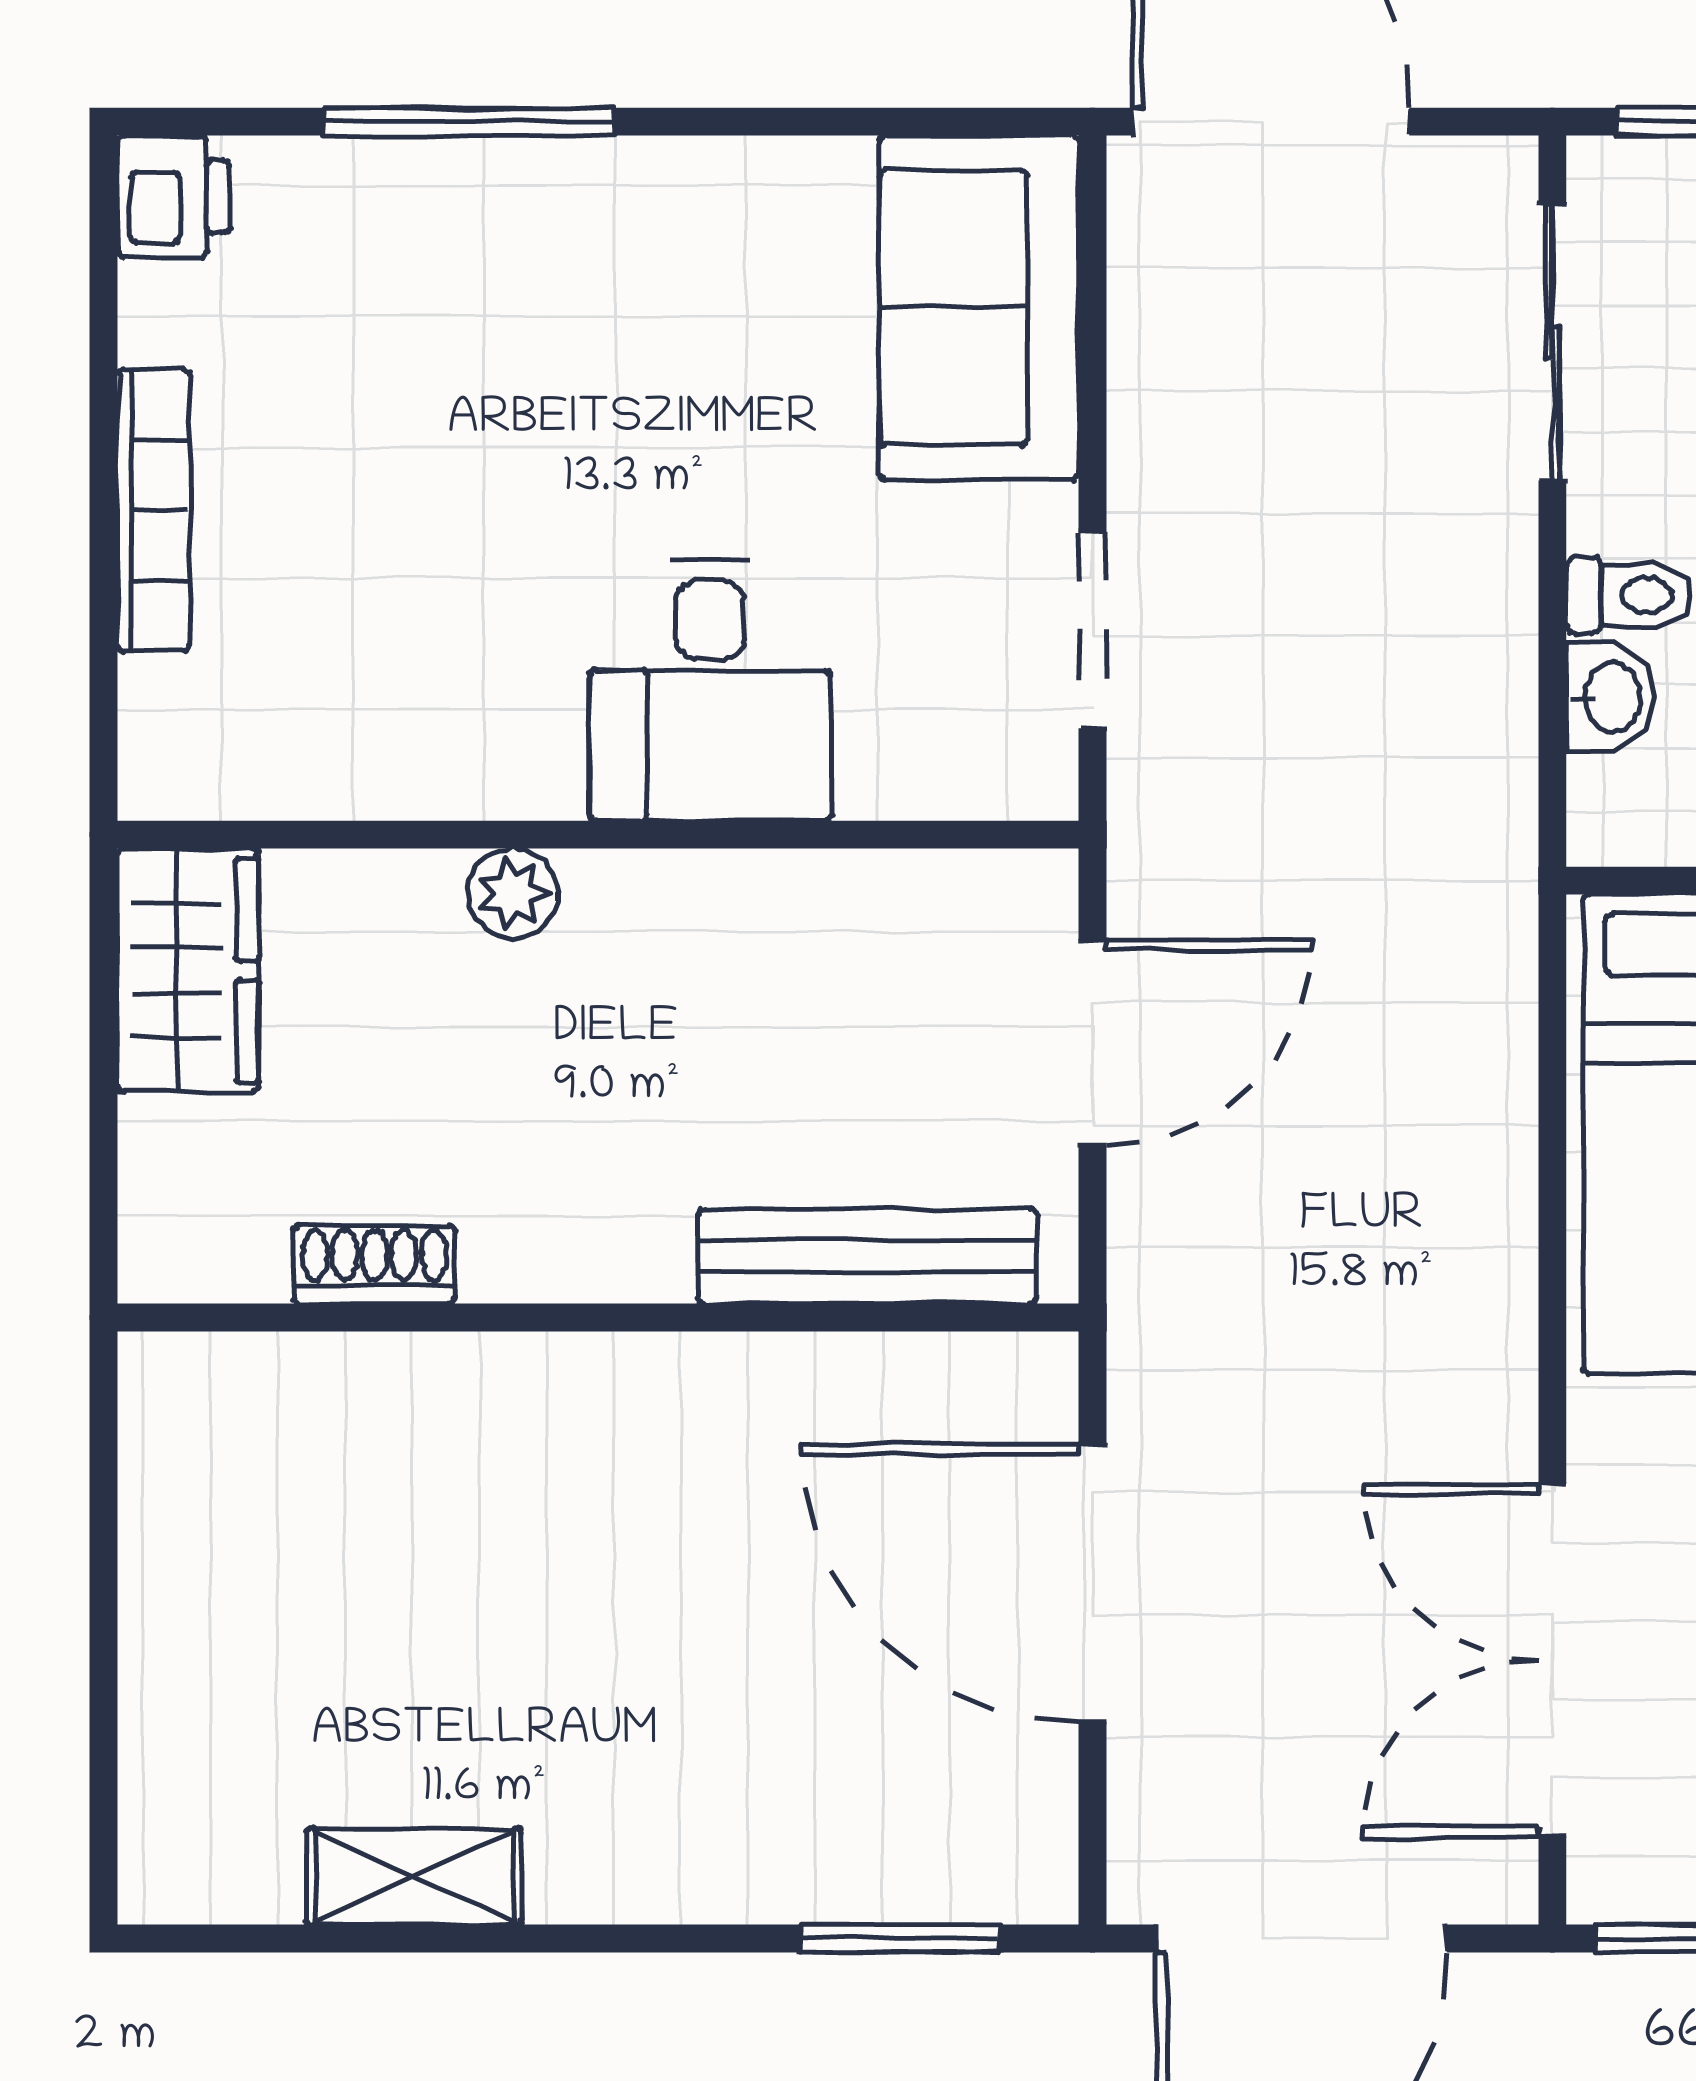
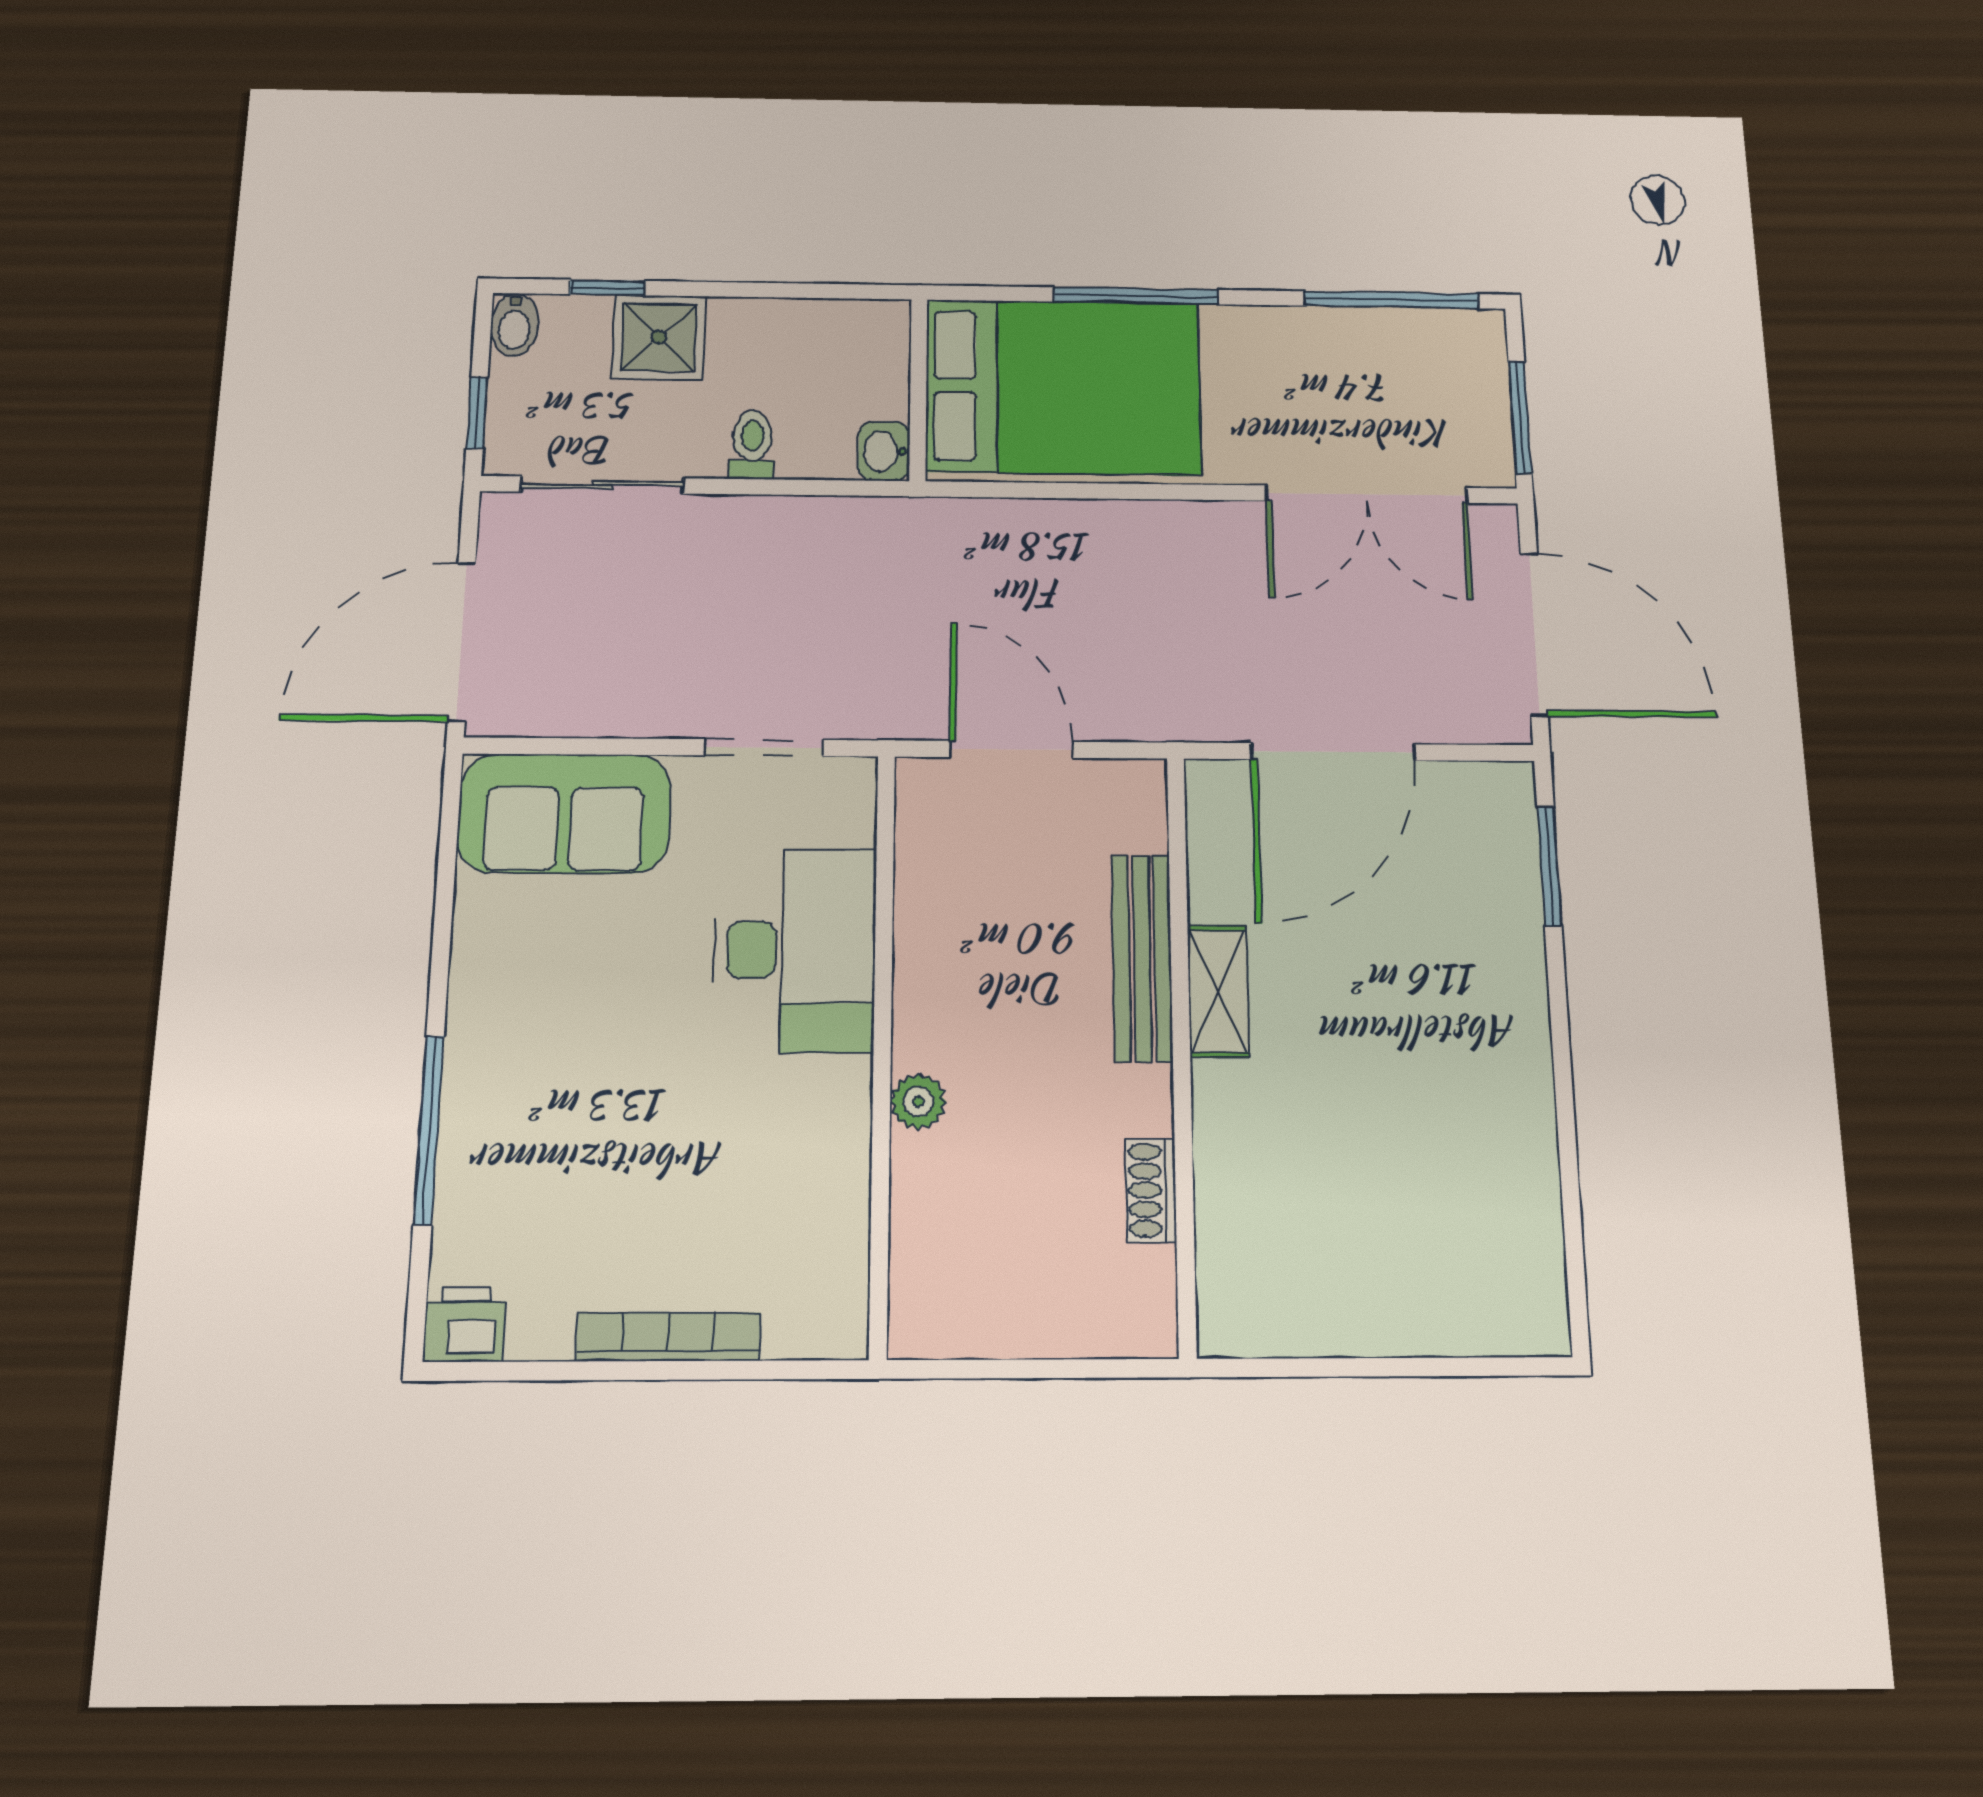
desk: (710, 691) -> (795, 950), width x1.37
washbasin: (1610, 698) -> (884, 451), moved, turned -90
wardrobe: (188, 970) -> (965, 1313), removed
bench: (867, 1256) -> (1142, 958), moved
shelving: (414, 1876) -> (1218, 991), moved

